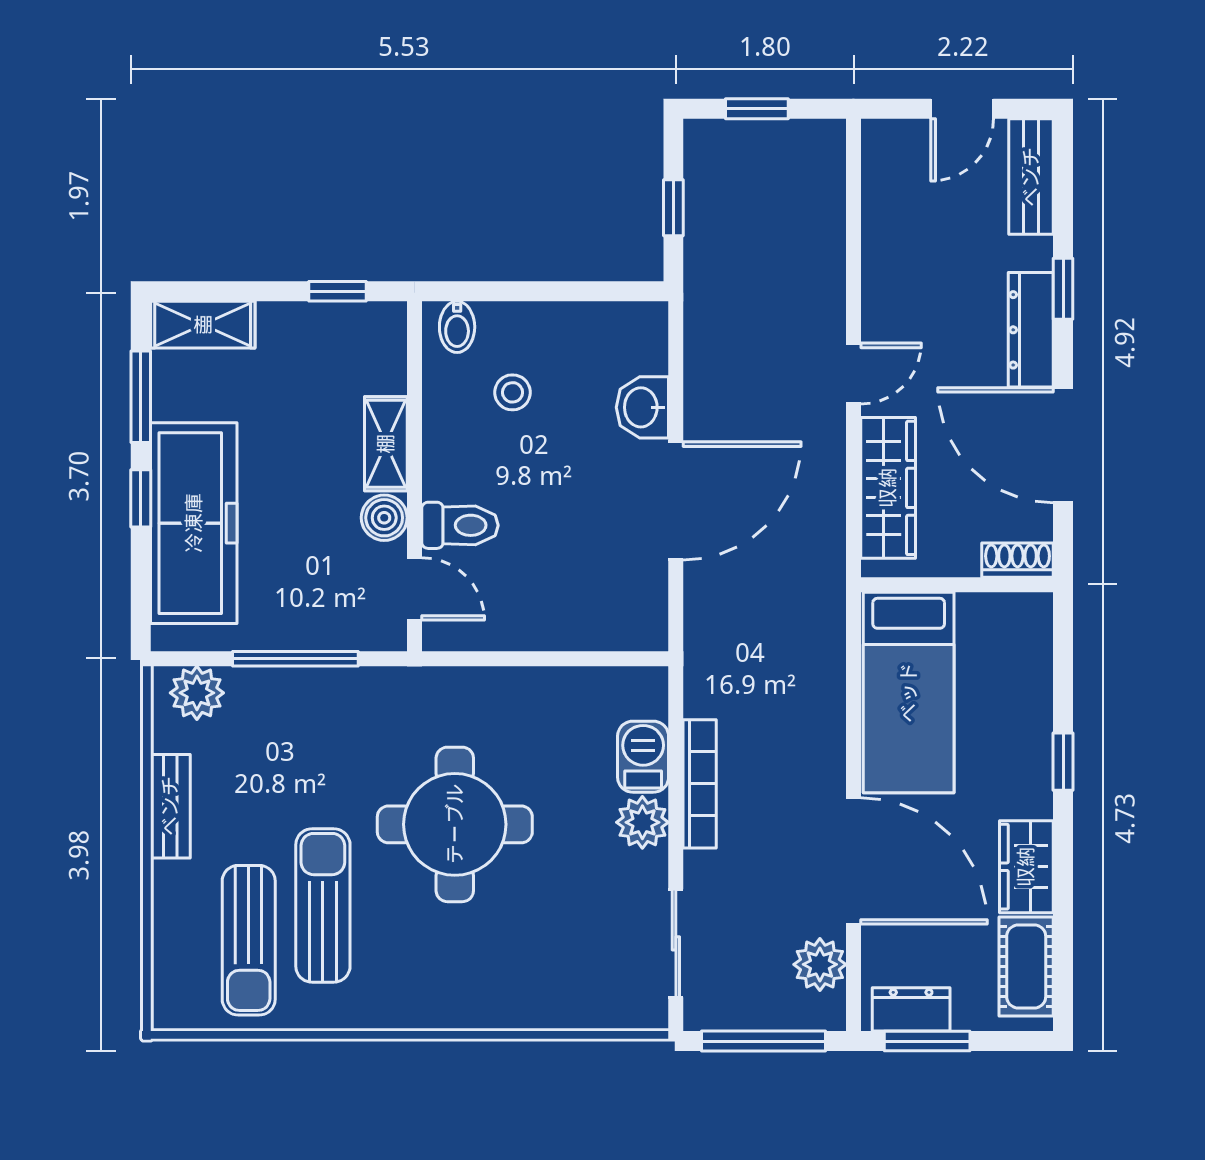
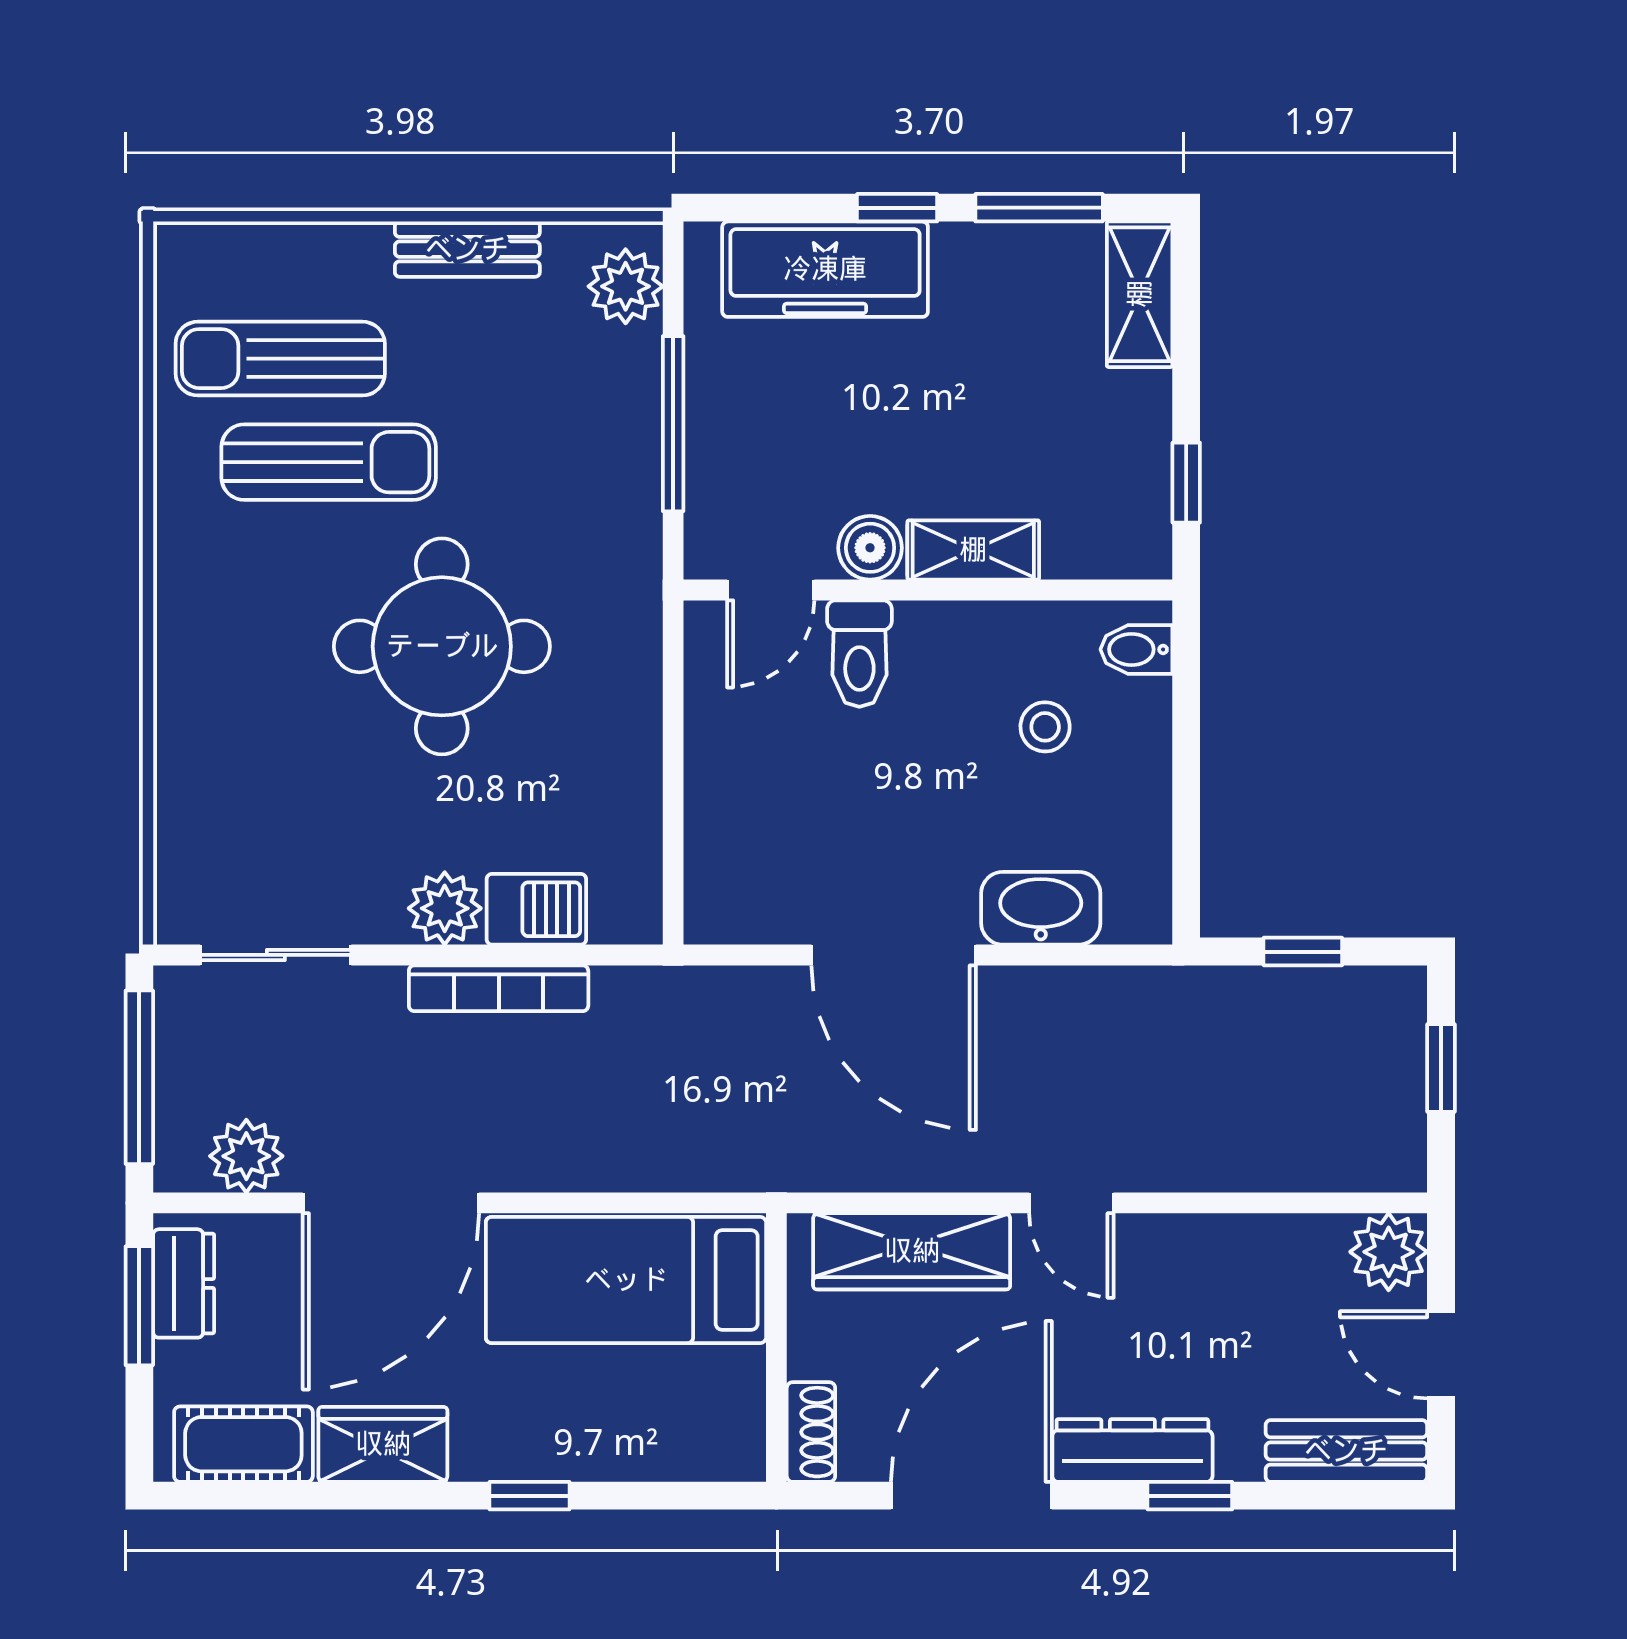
plant: (888, 146) -> (1389, 1252), added
washbasin: (642, 407) -> (1041, 908), width x1.38
freezer: (194, 523) -> (825, 269), width x0.73, depth x0.79

